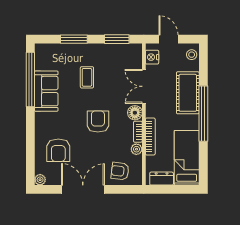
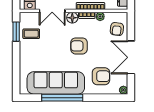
window: (74, 39) -> (16, 64), removed
coffee table: (87, 77) -> (31, 34), moved
window: (30, 79) -> (62, 98), moved
sofa: (46, 91) -> (56, 83), width x1.85, depth x1.27

